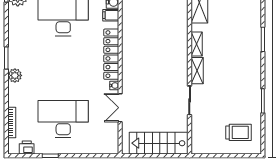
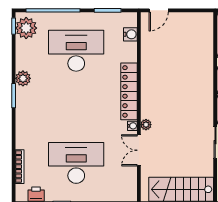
filing cabinet: (111, 15) -> (128, 49), removed
plant: (15, 75) -> (23, 78), moved
plant: (127, 84) -> (146, 125), added

